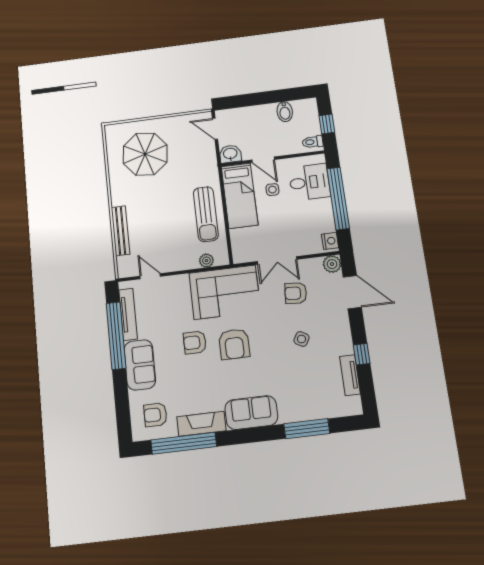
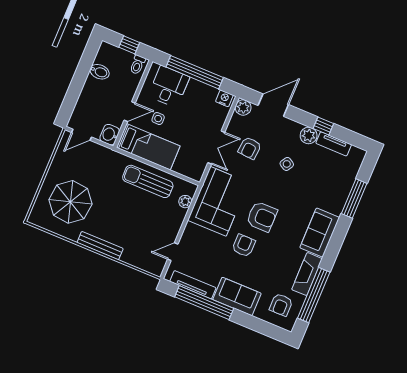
sun lounger: (206, 214) -> (148, 181), turned 180
bench: (120, 231) -> (100, 246), moved
armchair: (195, 342) -> (244, 246), turned 180
plant: (343, 345) -> (309, 135), added

